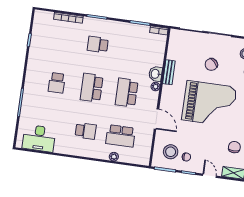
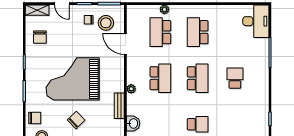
washbasin: (155, 74) -> (133, 123), moved
door: (156, 119) -> (125, 44), moved
school desk: (86, 131) -> (198, 32), width x1.85
school desk: (121, 136) -> (160, 32), turned -90
desk: (39, 138) -> (256, 21), moved, turned 90

